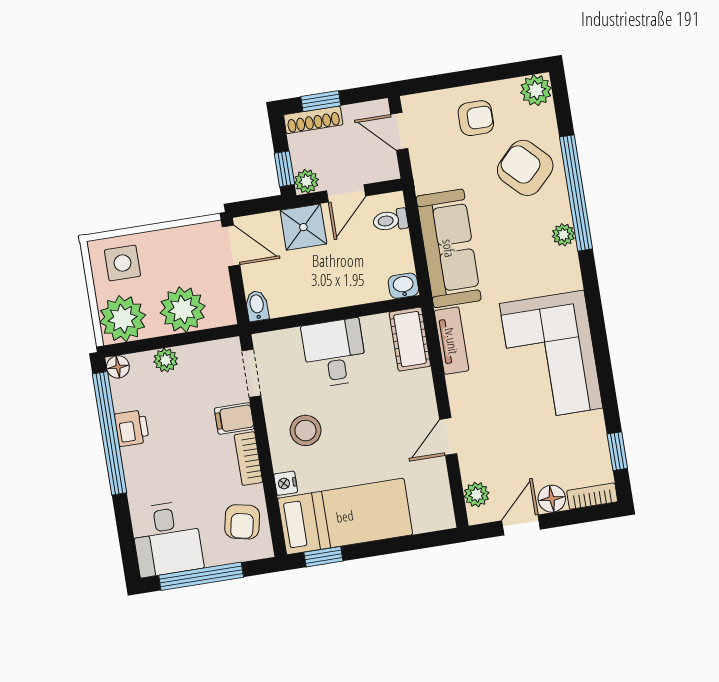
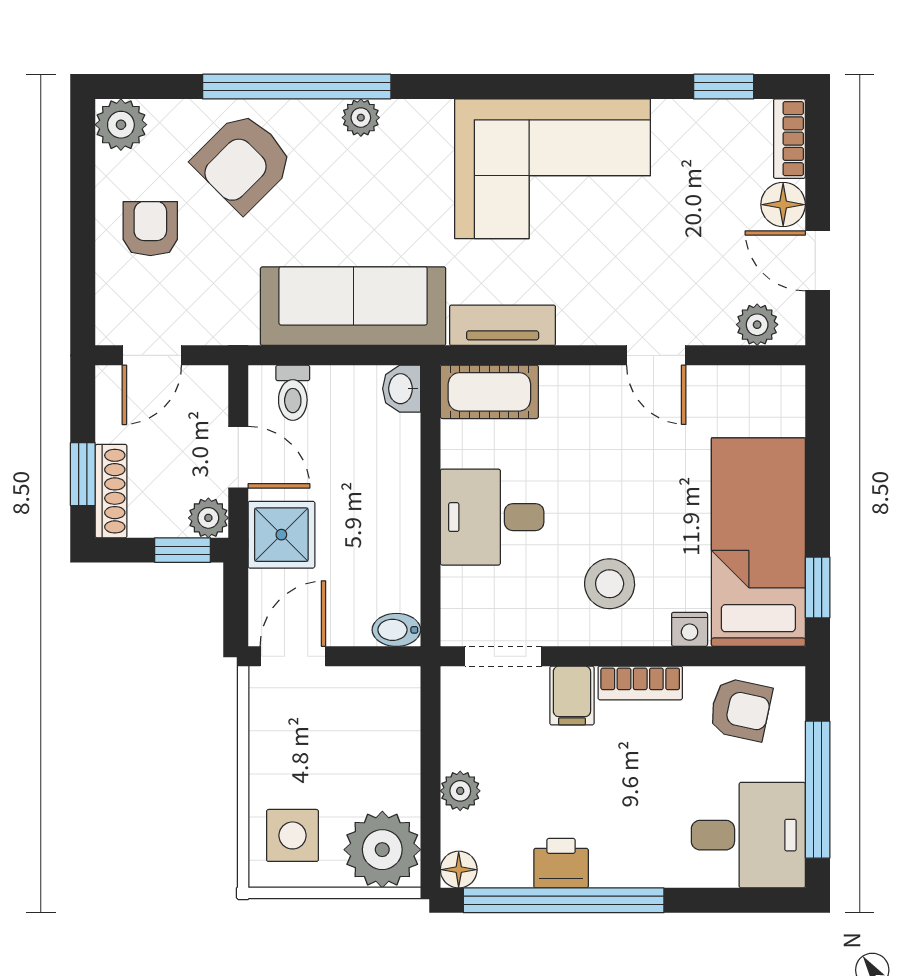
plant: (183, 310) -> (383, 750), removed

